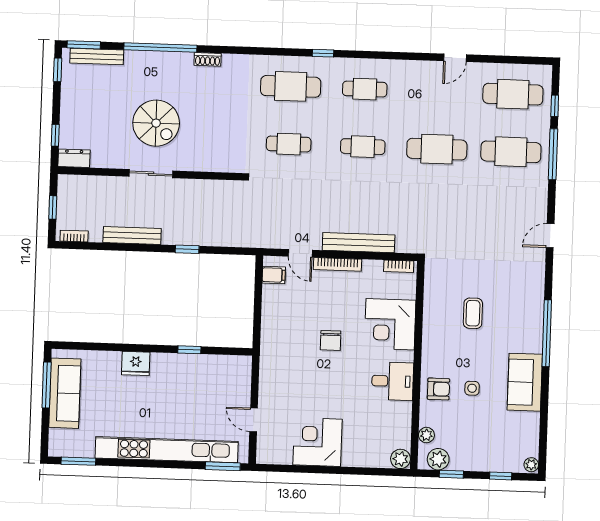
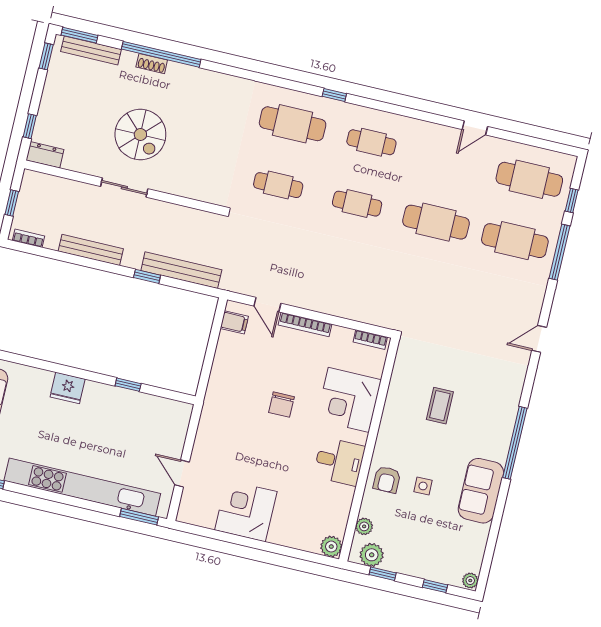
shoe rack: (208, 59) -> (152, 64), moved
bench: (359, 243) -> (181, 270), moved
armchair: (438, 389) -> (387, 480), turned 90

